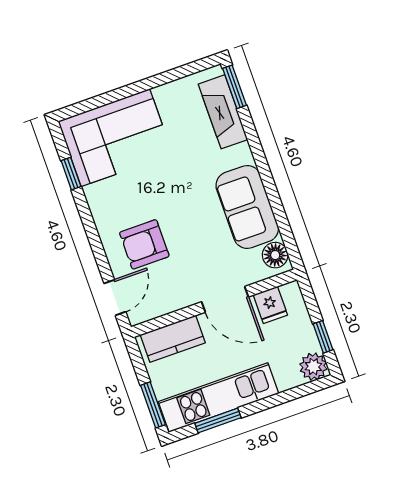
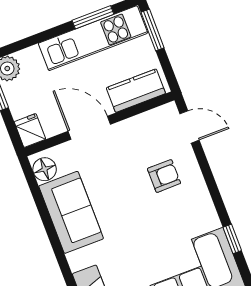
armchair: (144, 244) -> (164, 176), width x0.72, depth x0.72
door: (115, 298) -> (190, 127), swing flipped
fridge: (270, 305) -> (30, 130), moved

